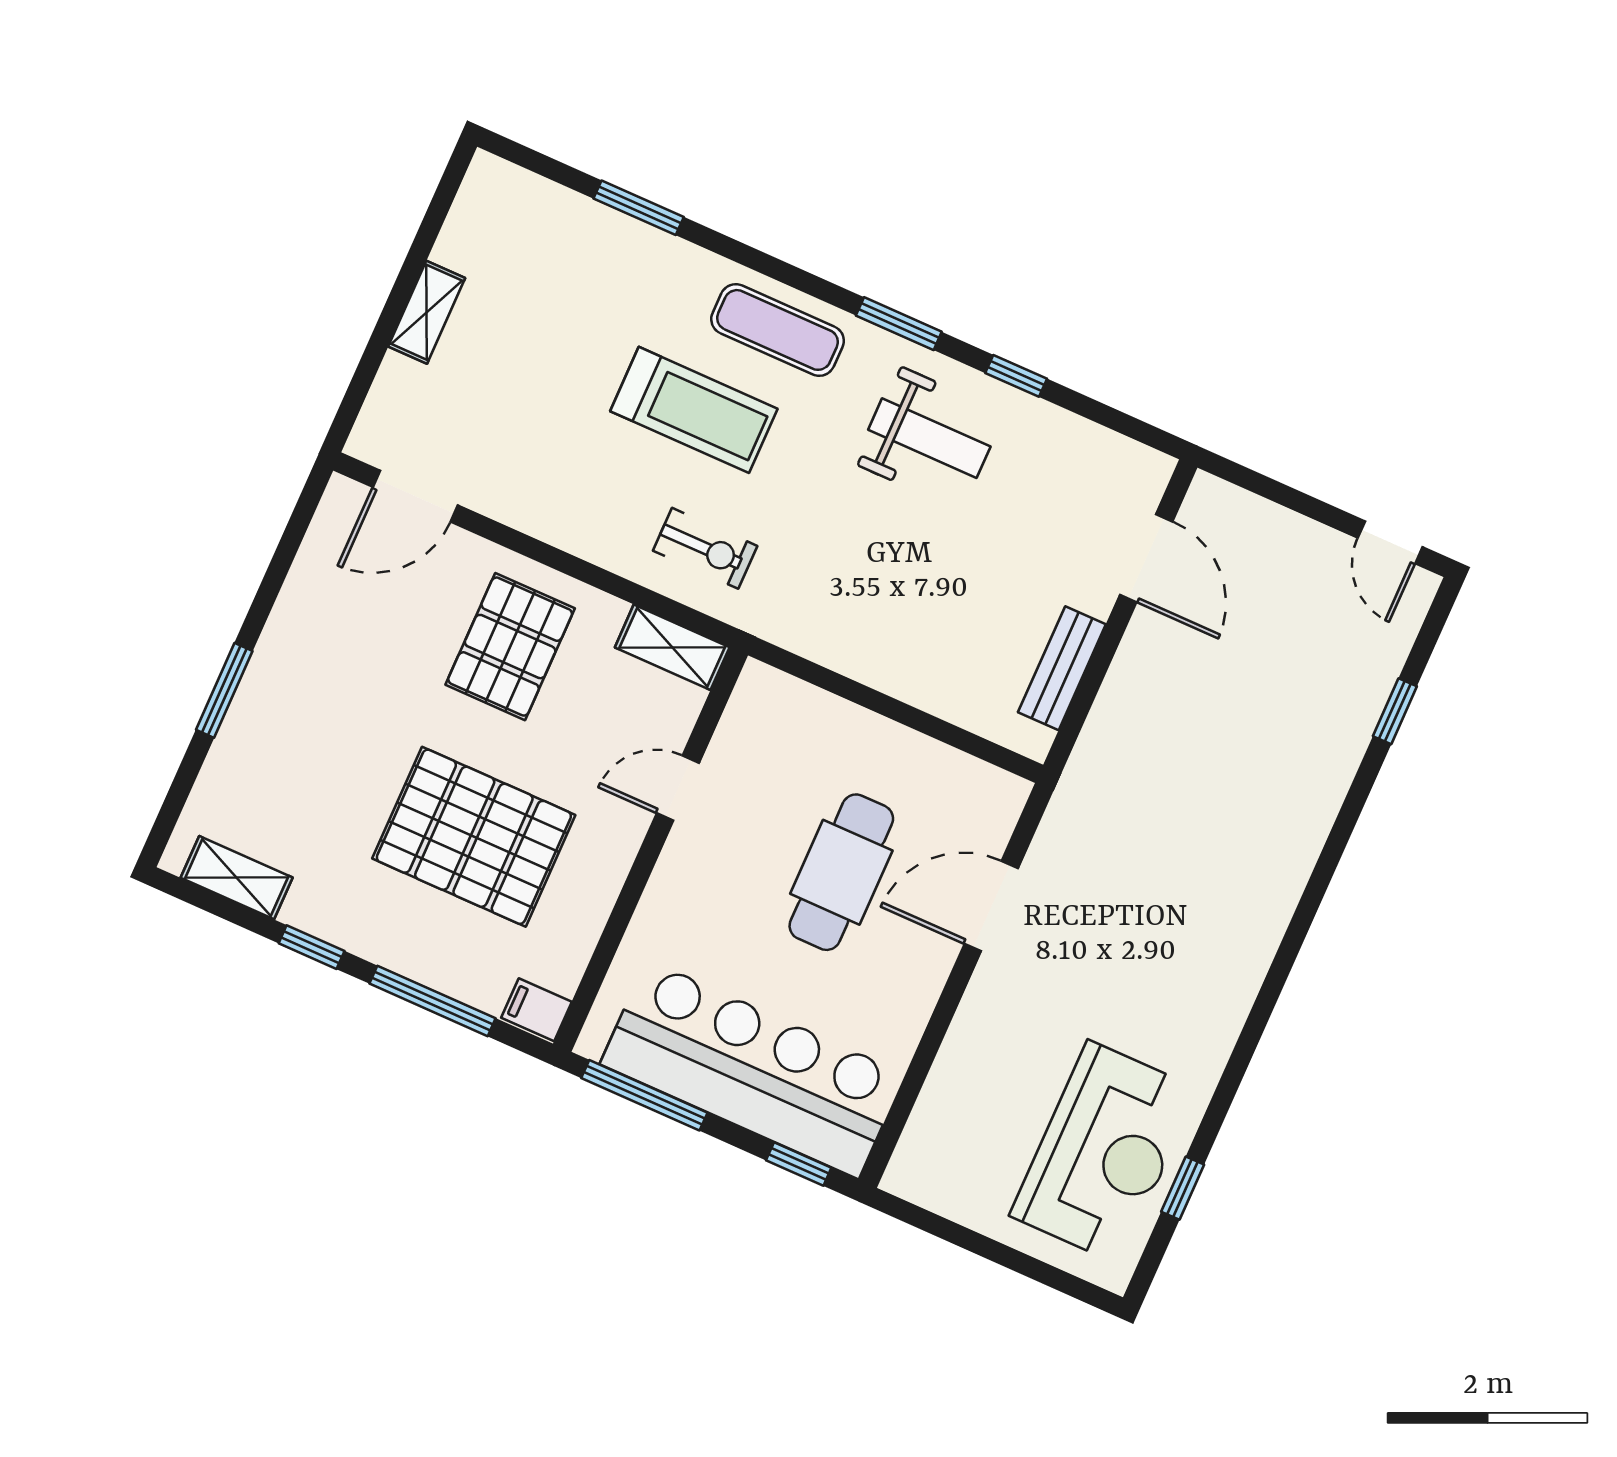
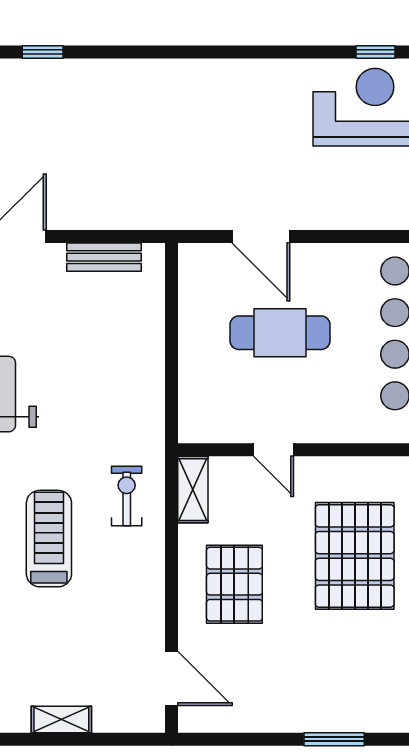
pallet: (510, 647) -> (234, 584), turned 90

